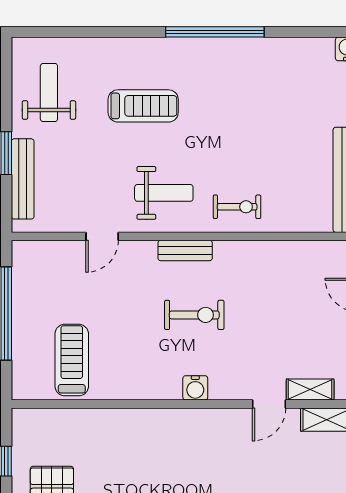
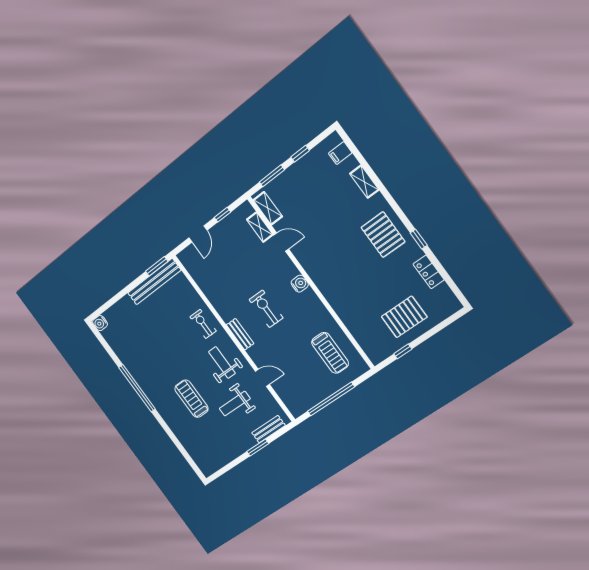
weight bench: (49, 92) -> (235, 404), moved
bench: (23, 179) -> (268, 429), width x0.73
treadmill: (72, 360) -> (330, 353), turned -90

